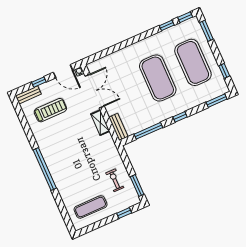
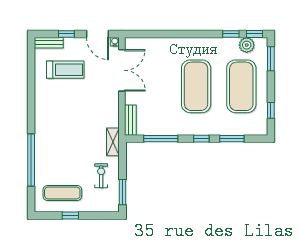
plant: (183, 29) -> (247, 45), added
window: (216, 101) -> (232, 139), moved
shelving: (100, 123) -> (113, 142), moved
window: (45, 169) -> (31, 160), moved
window: (124, 213) -> (70, 215), moved

